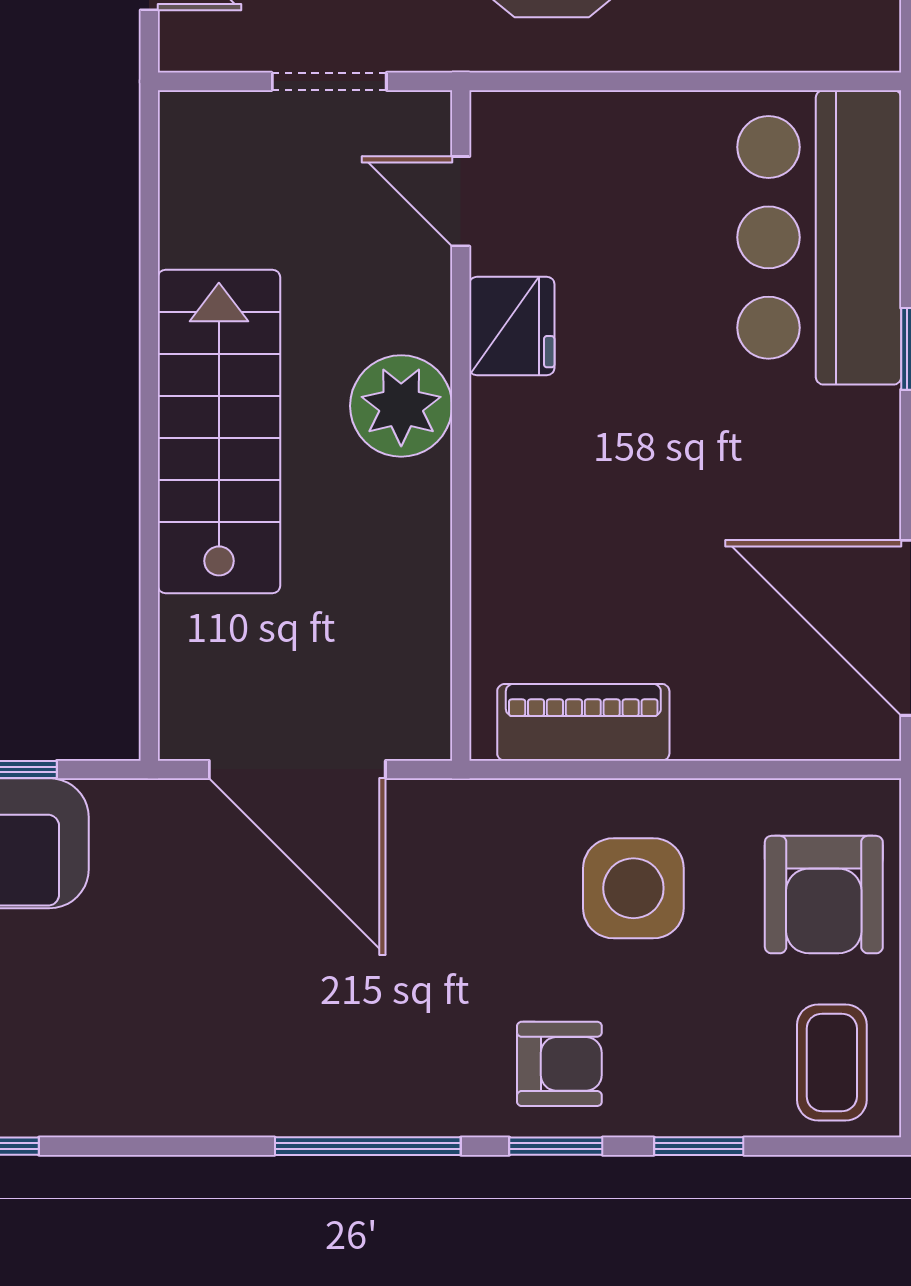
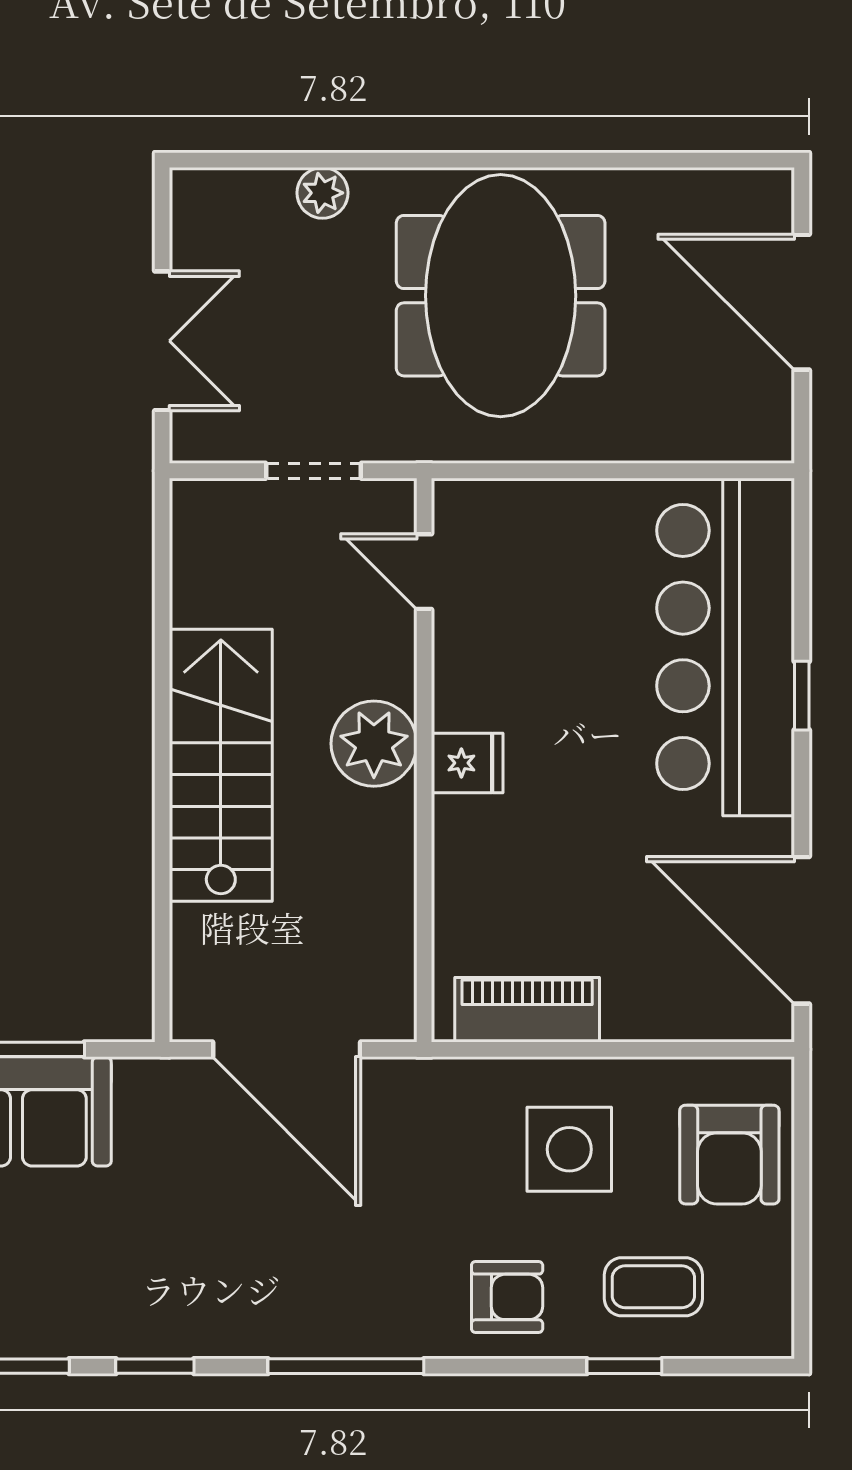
bar counter: (819, 237) -> (726, 647), width x1.36
fridge: (512, 326) -> (467, 763), moved, width x0.72
coffee table: (832, 1062) -> (653, 1287), moved, turned 90
window: (556, 1146) -> (155, 1366), moved

